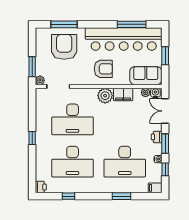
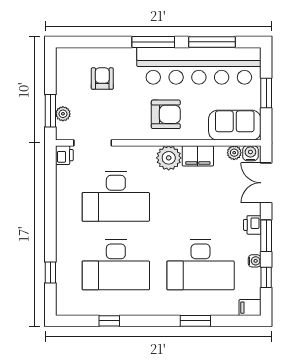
window: (64, 24) -> (153, 42), moved
armchair: (64, 47) -> (102, 79), width x0.53, depth x0.53
plant: (40, 80) -> (63, 114), moved
window: (32, 138) -> (50, 273), moved
printer: (41, 187) -> (64, 155), moved

